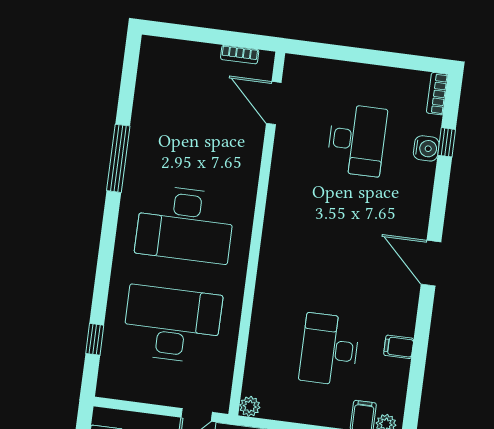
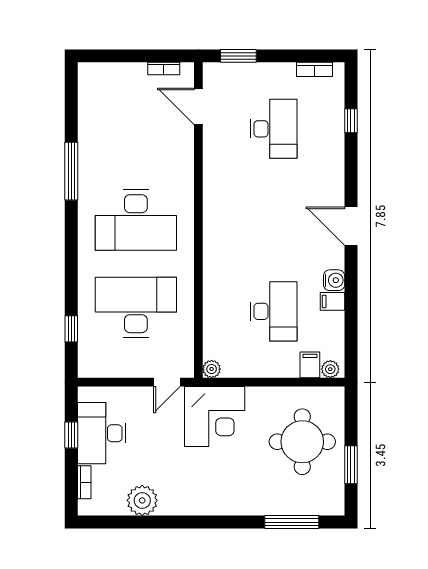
window: (327, 51) -> (238, 56), added
bookcase: (437, 94) -> (314, 69), moved, turned -90
water cooler: (426, 148) -> (334, 280), moved
desk: (330, 349) -> (274, 311), turned 180

